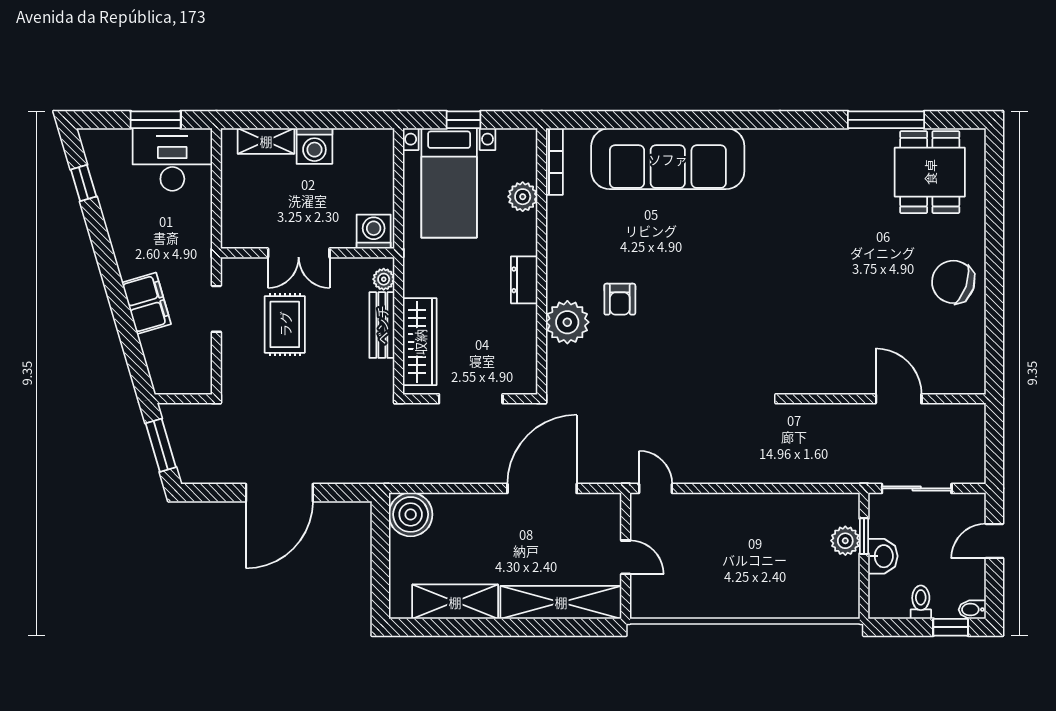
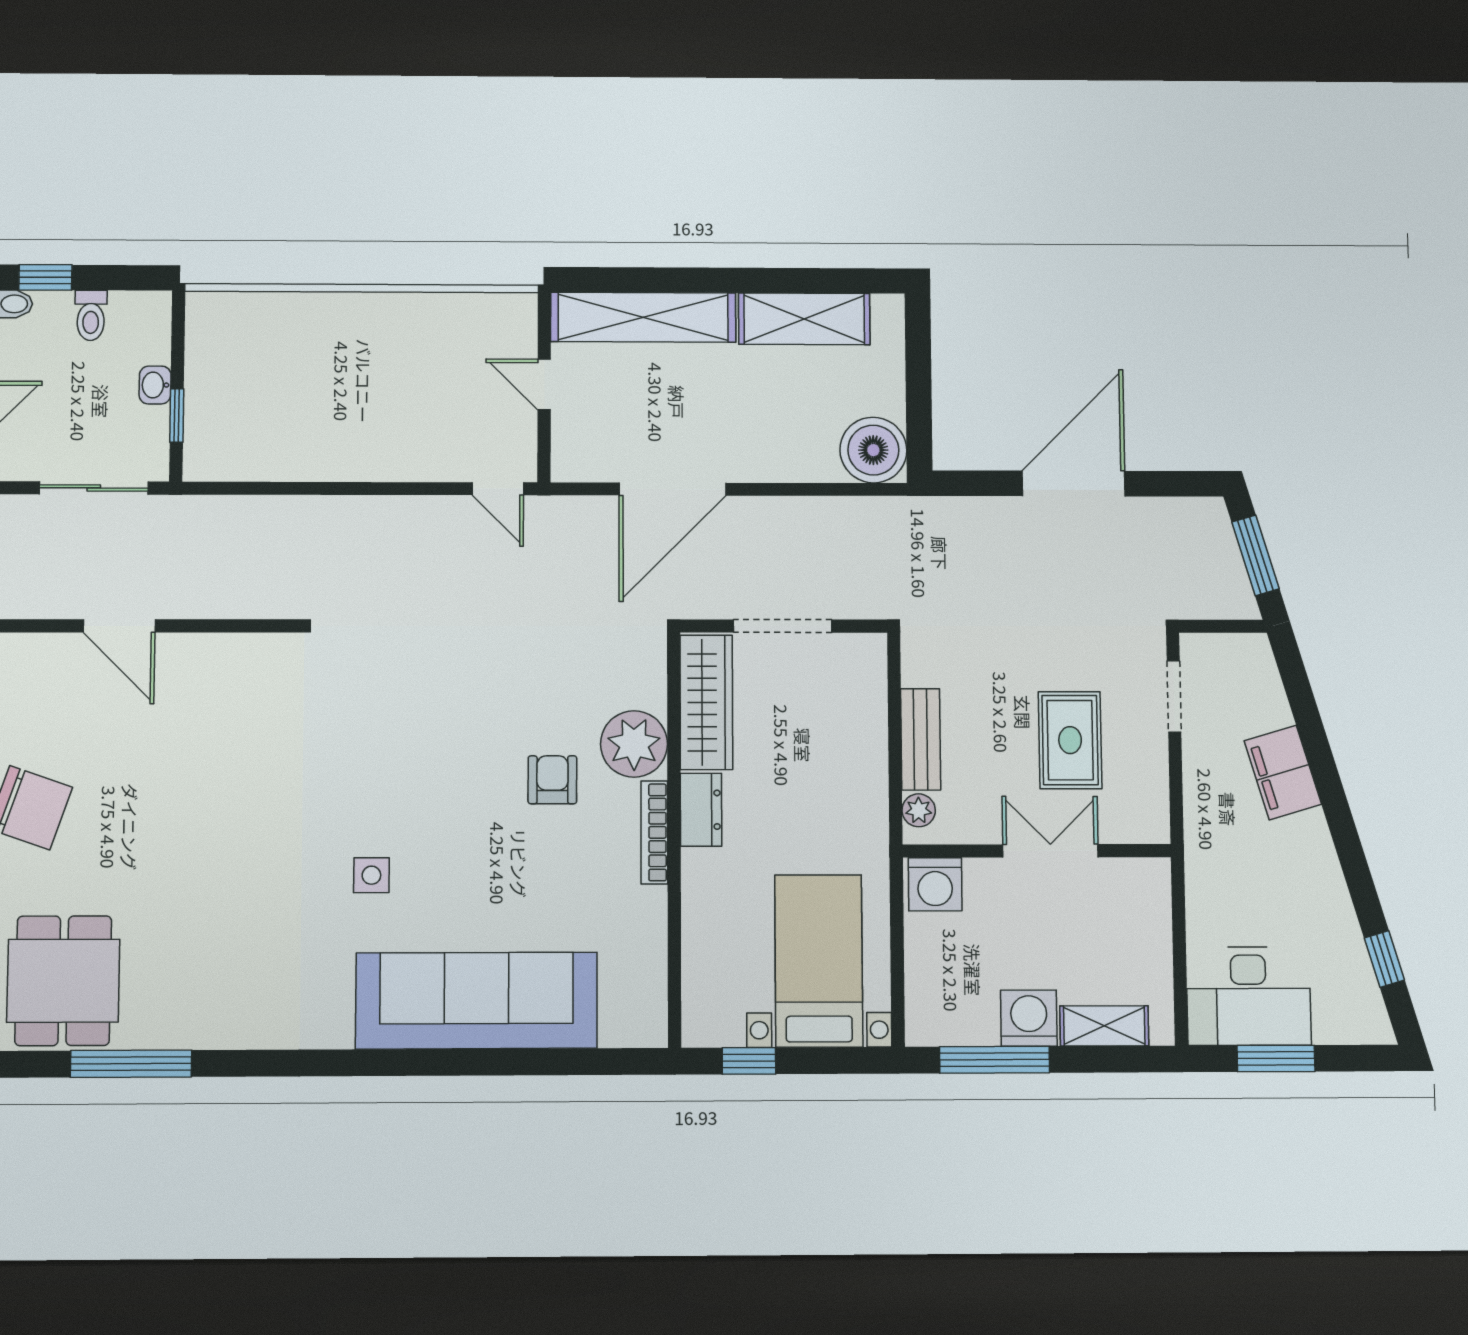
window: (337, 120) -> (995, 1060), added
window: (463, 120) -> (749, 1061), moved
bookcase: (554, 162) -> (654, 832), moved
plant: (523, 197) -> (704, 940), removed
side table: (735, 238) -> (371, 875), added
doorway: (216, 309) -> (1174, 697), moved
wardrobe: (420, 342) -> (706, 702), moved, turned 180
plant: (845, 541) -> (206, 409), removed
washbasin: (883, 556) -> (155, 385), width x0.72, depth x0.69

